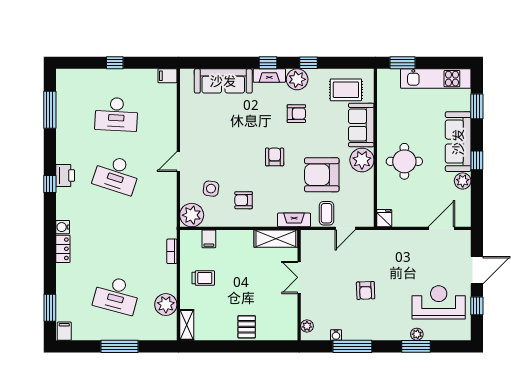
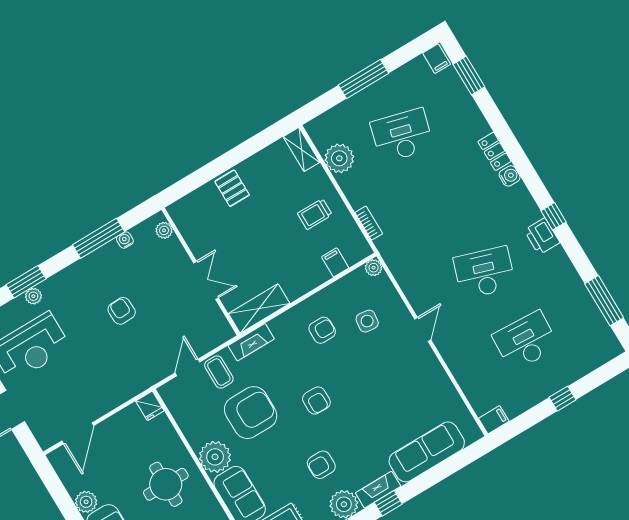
plant: (192, 215) -> (374, 268), width x0.53, depth x0.53

